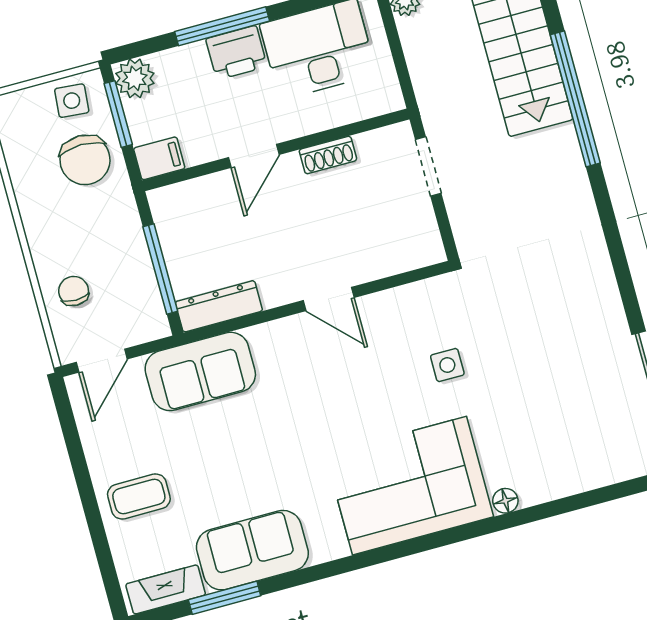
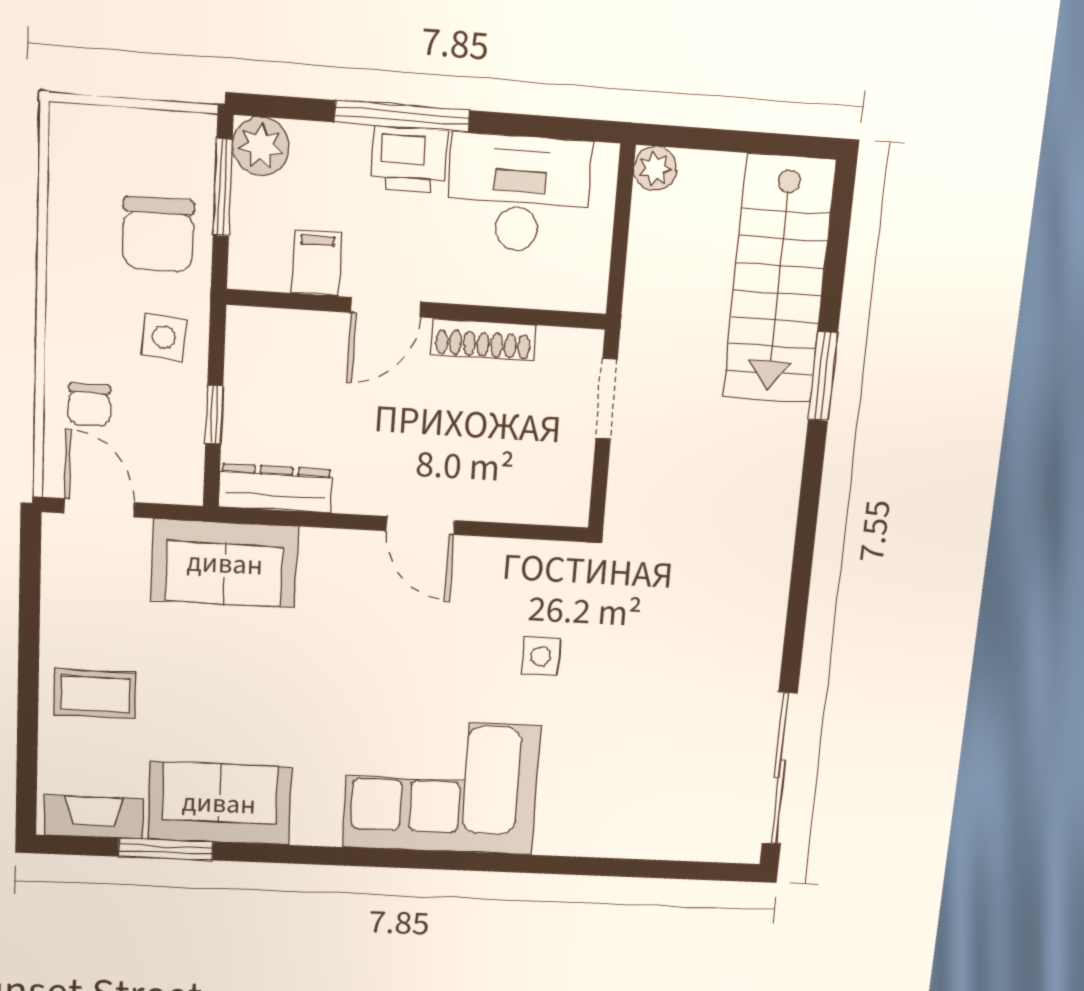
window: (575, 99) -> (823, 376), width x0.47
side table: (72, 101) -> (164, 337), moved
shoe rack: (328, 155) -> (483, 340), width x1.43
filing cabinet: (159, 158) -> (317, 263), moved, turned -90
window: (160, 269) -> (214, 414), width x0.46
chair: (74, 291) -> (89, 405), turned 180
door: (102, 361) -> (99, 508), swing flipped
floor lamp: (505, 501) -> (552, 840), removed

